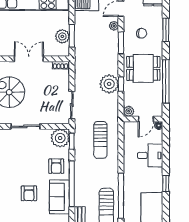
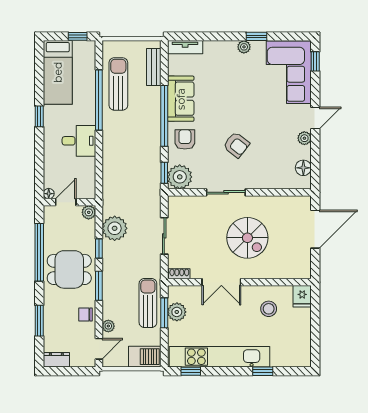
chair: (142, 33) -> (85, 315), moved
window: (121, 43) -> (99, 286), moved
plant: (109, 84) -> (115, 228), moved
sliding door: (72, 105) -> (164, 236), moved
sun lounger: (100, 140) -> (148, 303), moved
desk: (150, 155) -> (79, 141), moved, turned 180
armchair: (29, 193) -> (236, 145), moved, turned 128

